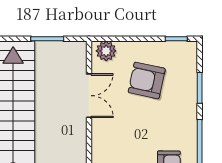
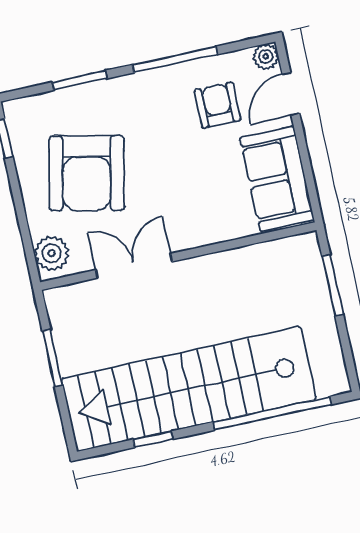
armchair: (147, 80) -> (87, 173), width x1.36, depth x1.36

